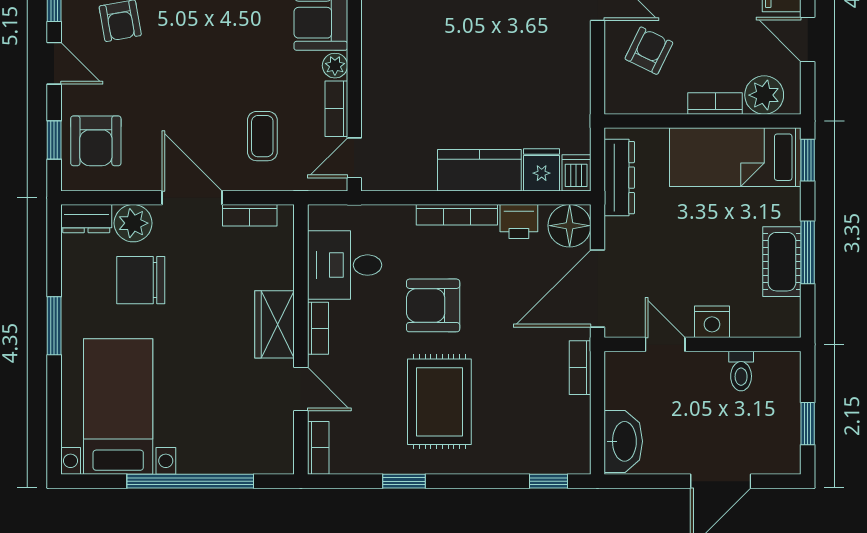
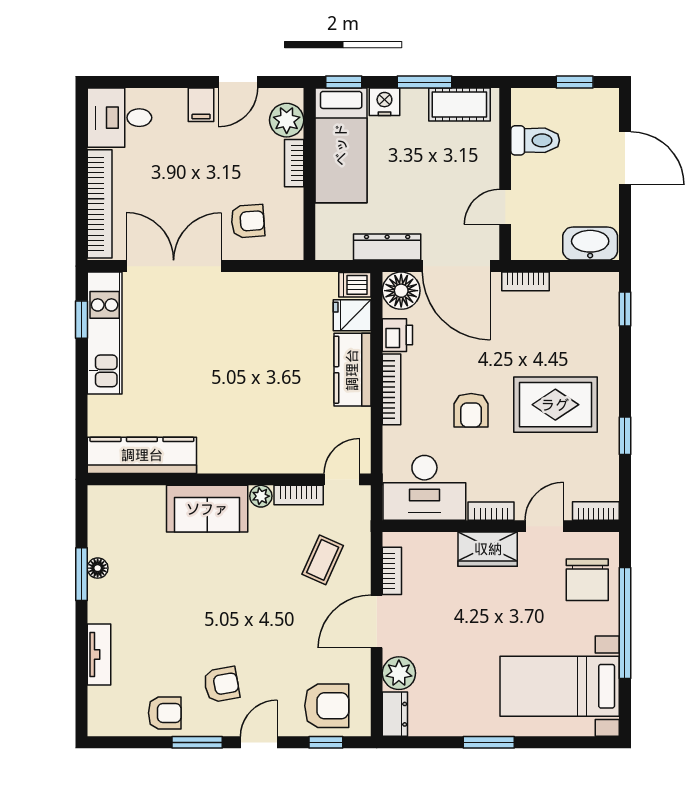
armchair: (649, 51) -> (248, 221), turned 150
coffee table: (262, 136) -> (323, 560), turned -66
door: (354, 158) -> (342, 479), swing flipped
dresser: (619, 178) -> (387, 247), moved
cot: (782, 262) -> (459, 105), moved
desk: (345, 265) -> (424, 488), width x1.37
chair: (141, 280) -> (587, 580), moved
armchair: (433, 305) -> (471, 410), width x0.72, depth x0.72
nightstand: (712, 322) -> (384, 102), moved, turned -90
toilet: (741, 371) -> (535, 140), width x1.37, depth x1.39

